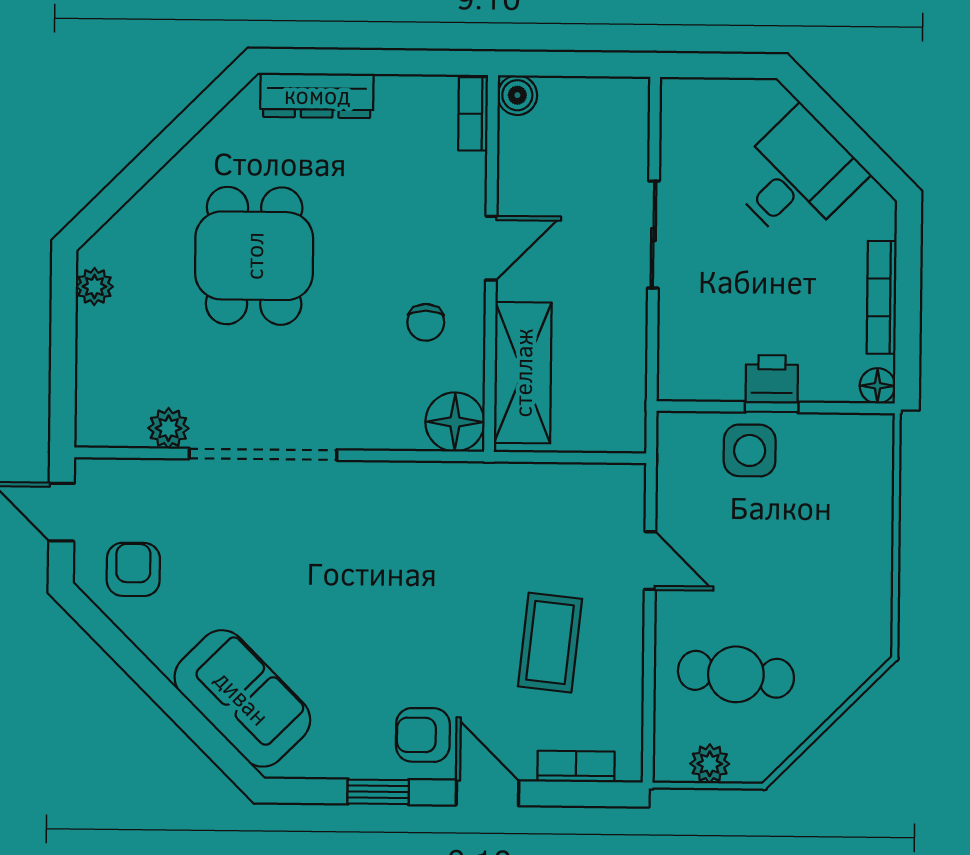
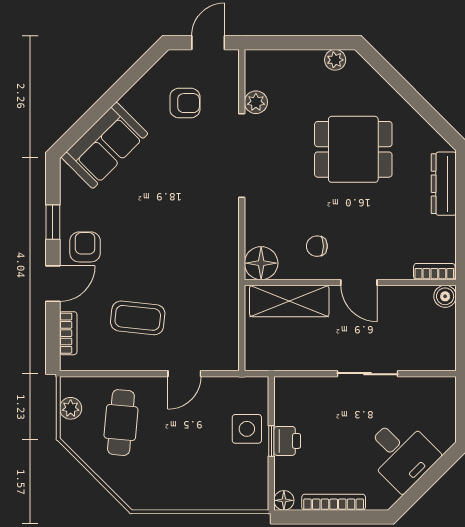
armchair: (133, 569) -> (185, 103), moved

